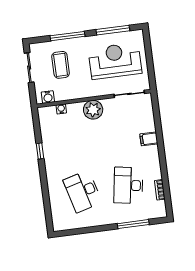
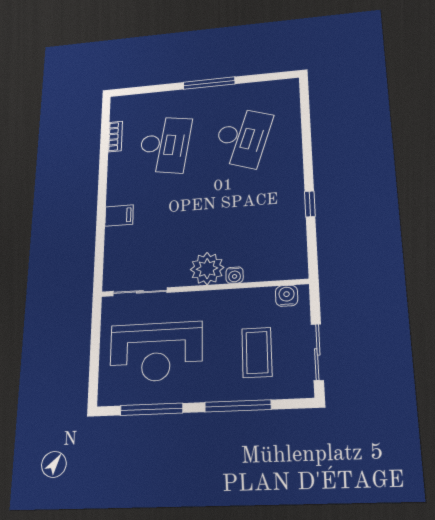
water cooler: (61, 109) -> (235, 275), moved
desk: (83, 191) -> (242, 138), turned 33
window: (133, 224) -> (209, 83), moved

